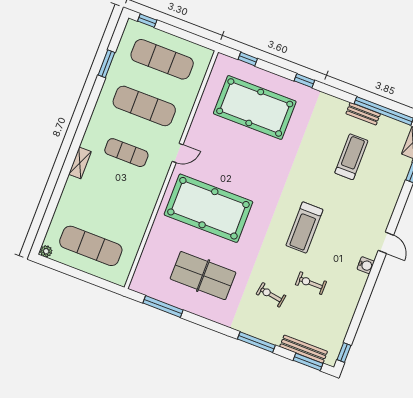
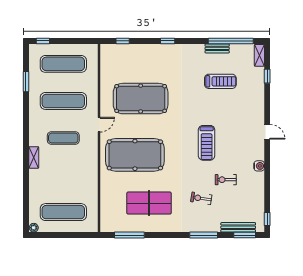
pool table: (255, 107) -> (141, 99), moved
treadmill: (351, 157) -> (220, 81), turned 90
water cooler: (366, 265) -> (259, 166), moved

